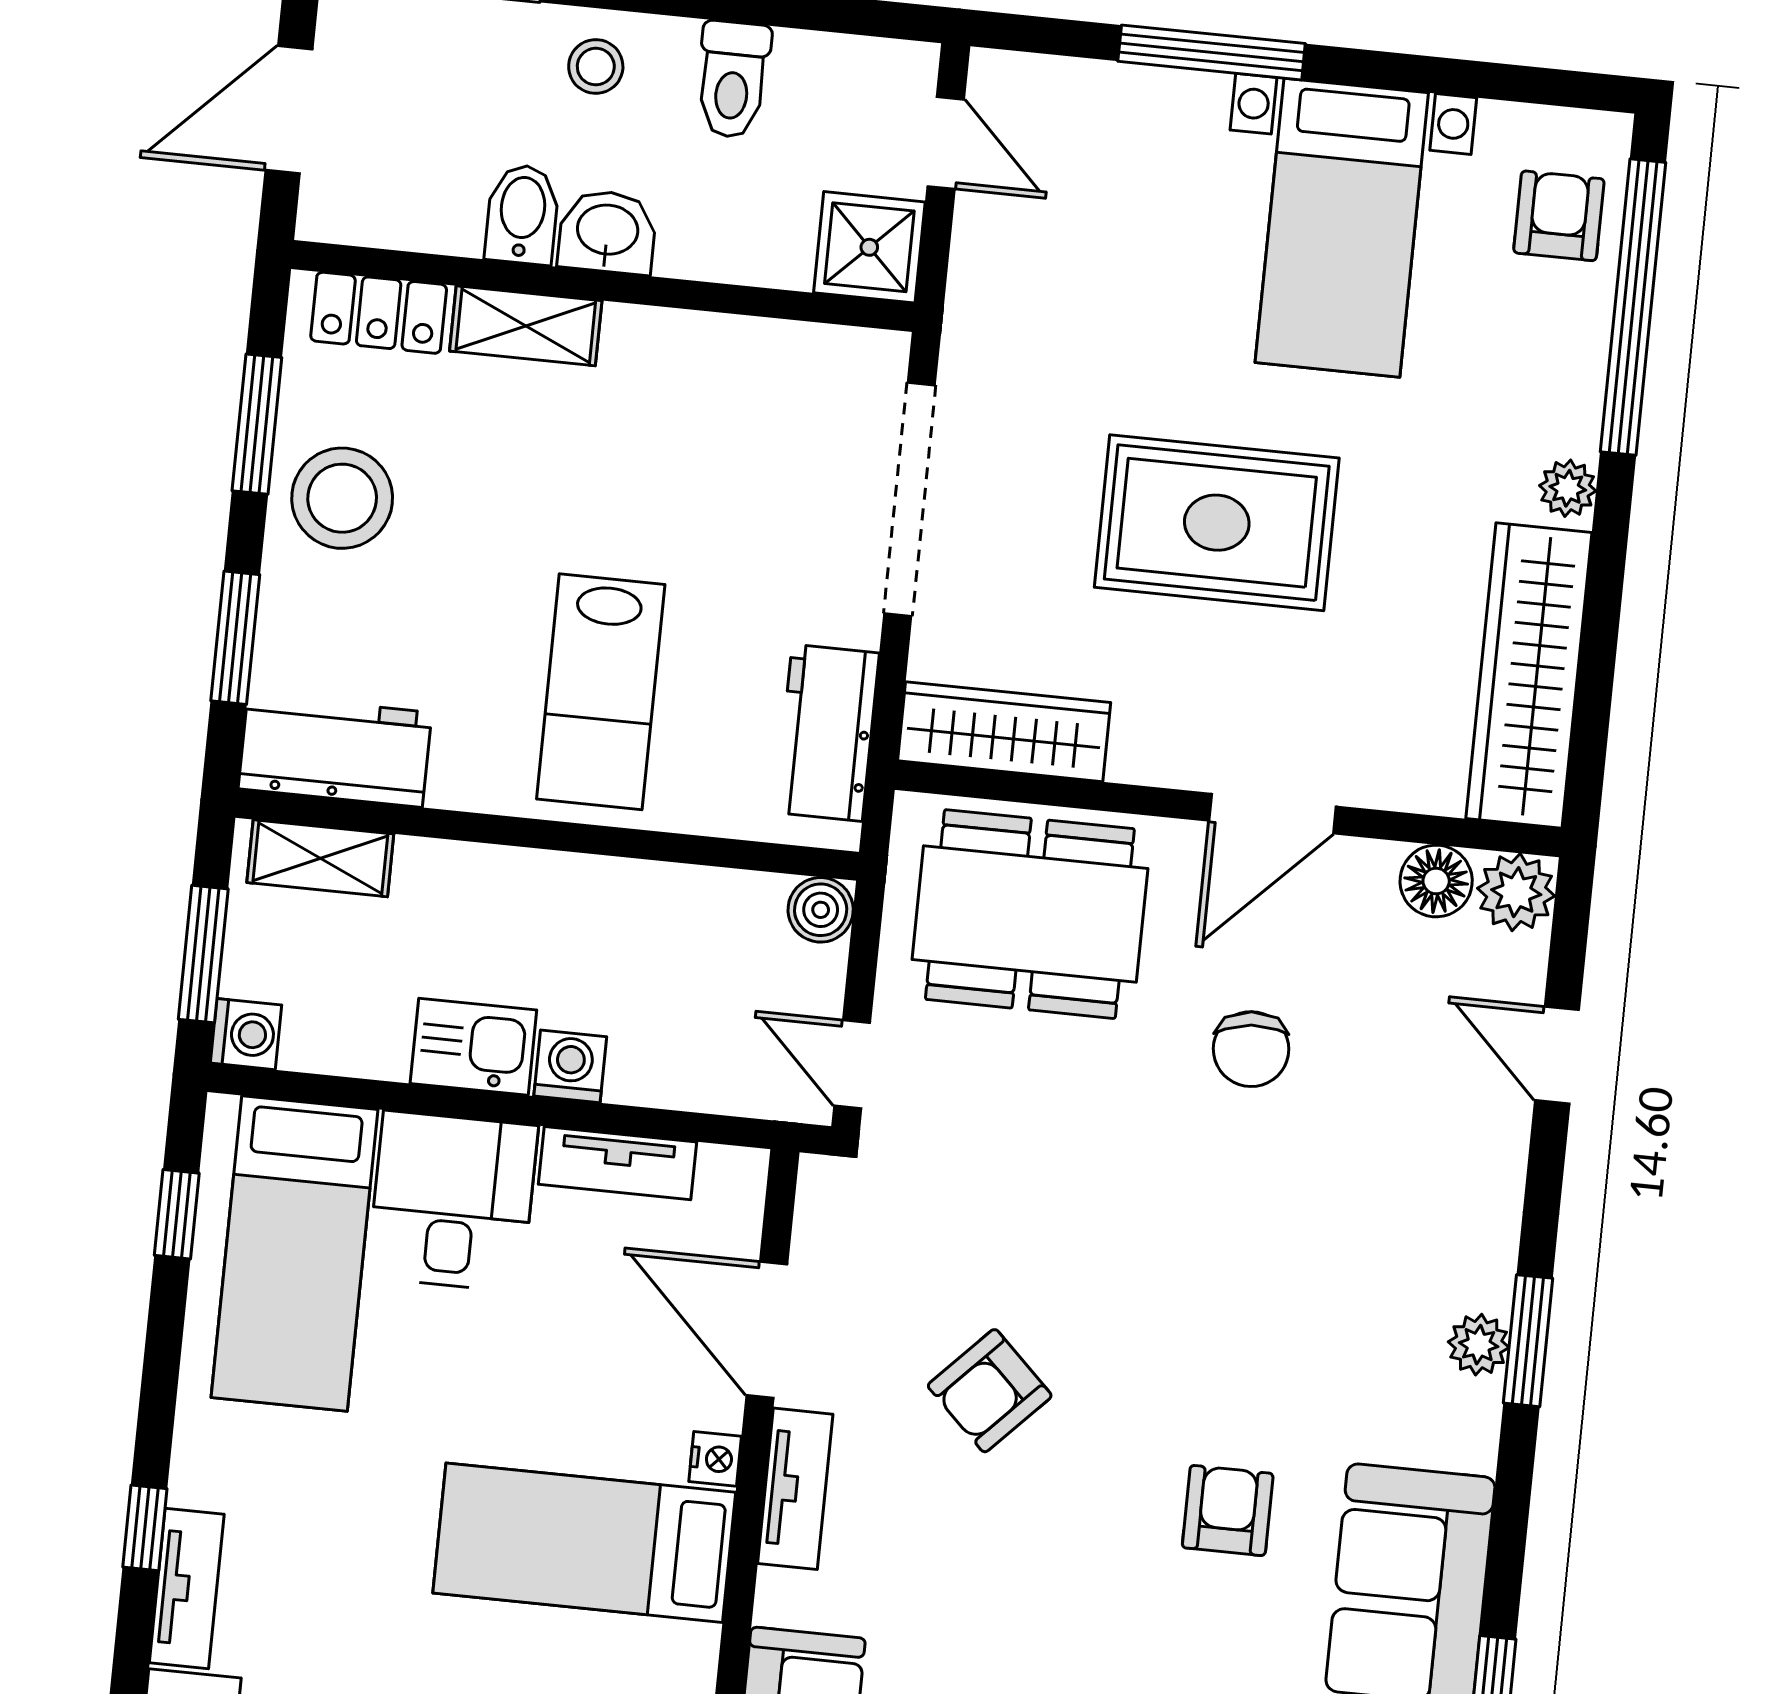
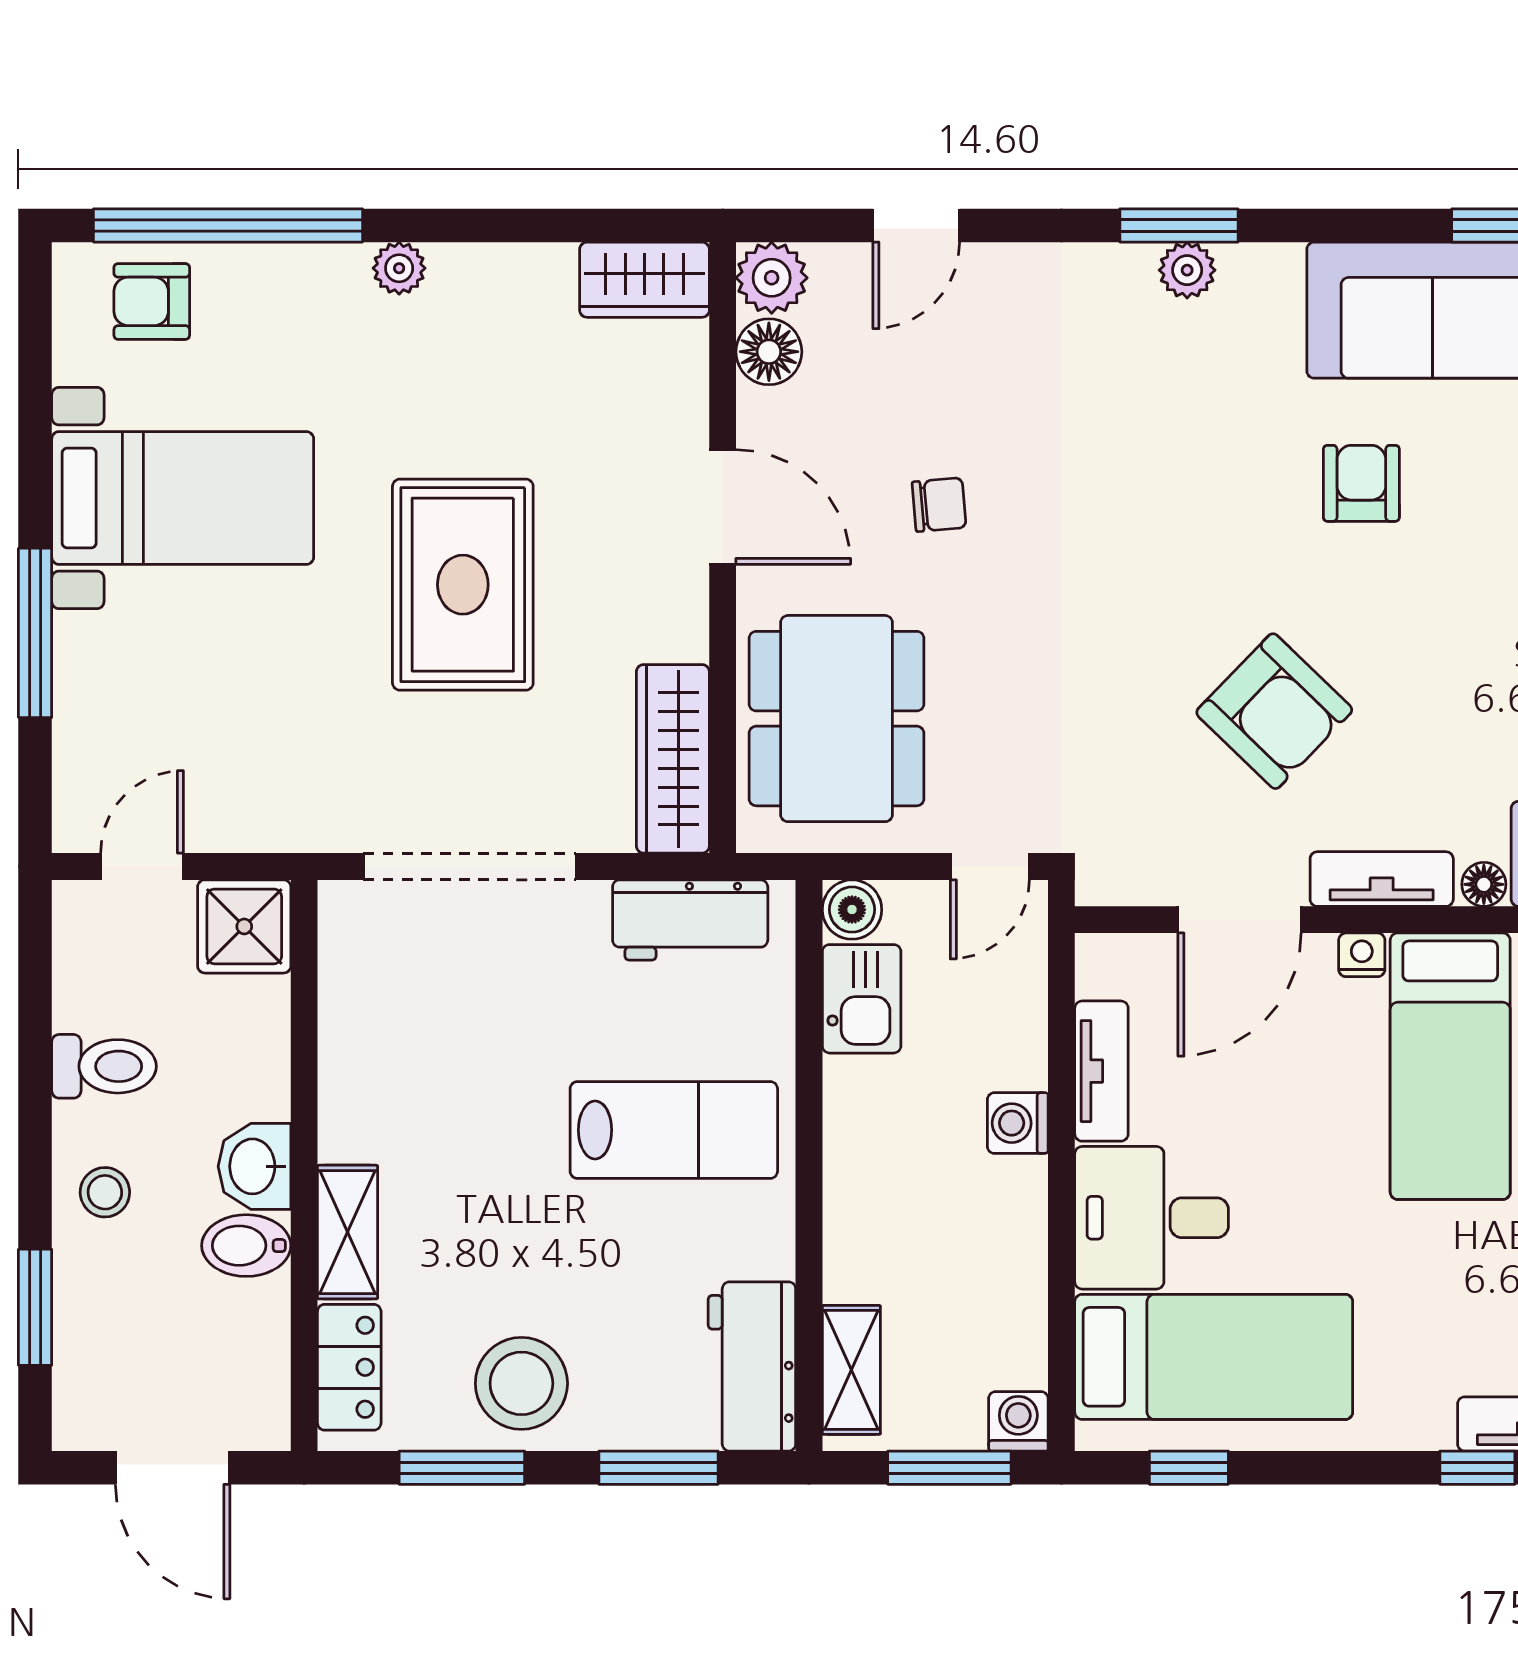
wardrobe: (1529, 676) -> (645, 280), width x0.48, depth x0.85
kitchen sink: (473, 1047) -> (862, 999), moved, turned 180
chair: (1251, 1049) -> (939, 505), width x0.73, depth x0.73
armchair: (990, 1391) -> (1274, 711), width x1.38, depth x1.38
armchair: (1228, 1511) -> (1361, 483), turned 90
floor lamp: (778, 1599) -> (1484, 884), added

